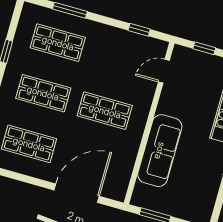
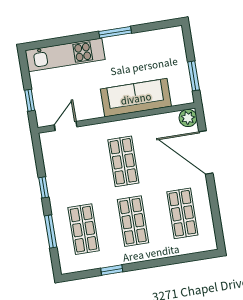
window: (139, 30) -> (44, 187), moved
door: (164, 71) -> (66, 126), swing flipped
plant: (117, 191) -> (188, 118), added

